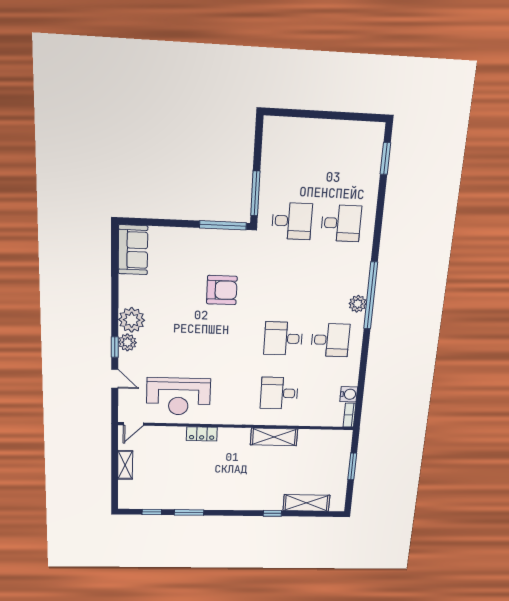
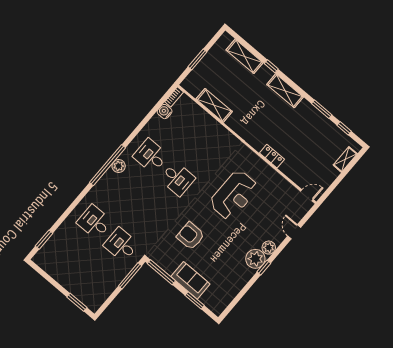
window: (294, 113) -> (77, 302), added
window: (160, 223) -> (195, 300), added
sofa: (133, 250) -> (190, 280), moved, turned 90
window: (115, 347) -> (264, 268), moved
desk: (279, 393) -> (206, 146), removed
reception desk: (178, 396) -> (234, 195), moved, turned 90
shelving: (274, 437) -> (214, 105), moved
shelving: (125, 465) -> (345, 159), moved
shelving: (240, 502) -> (285, 91), added

